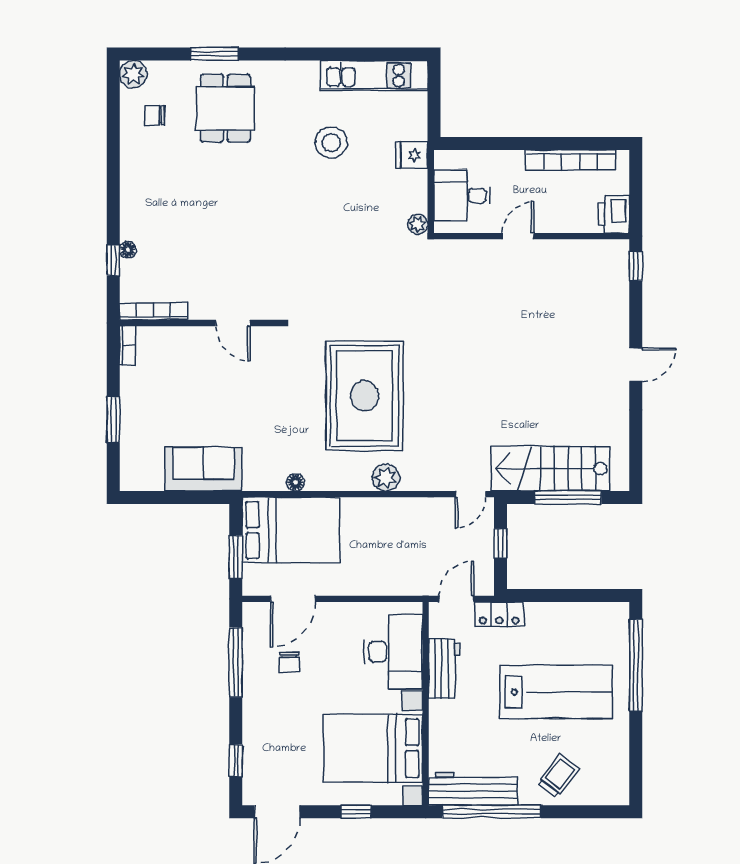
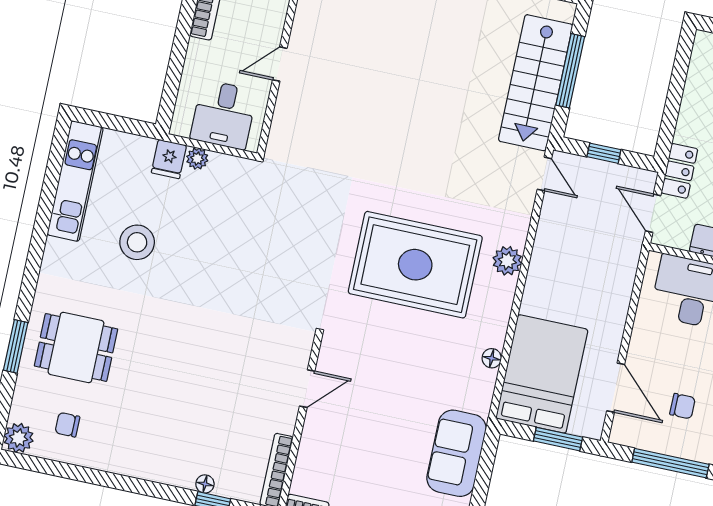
chair: (155, 115) -> (67, 425), turned 90
plant: (418, 224) -> (197, 159), moved
door: (518, 236) -> (280, 64), hinge flipped

